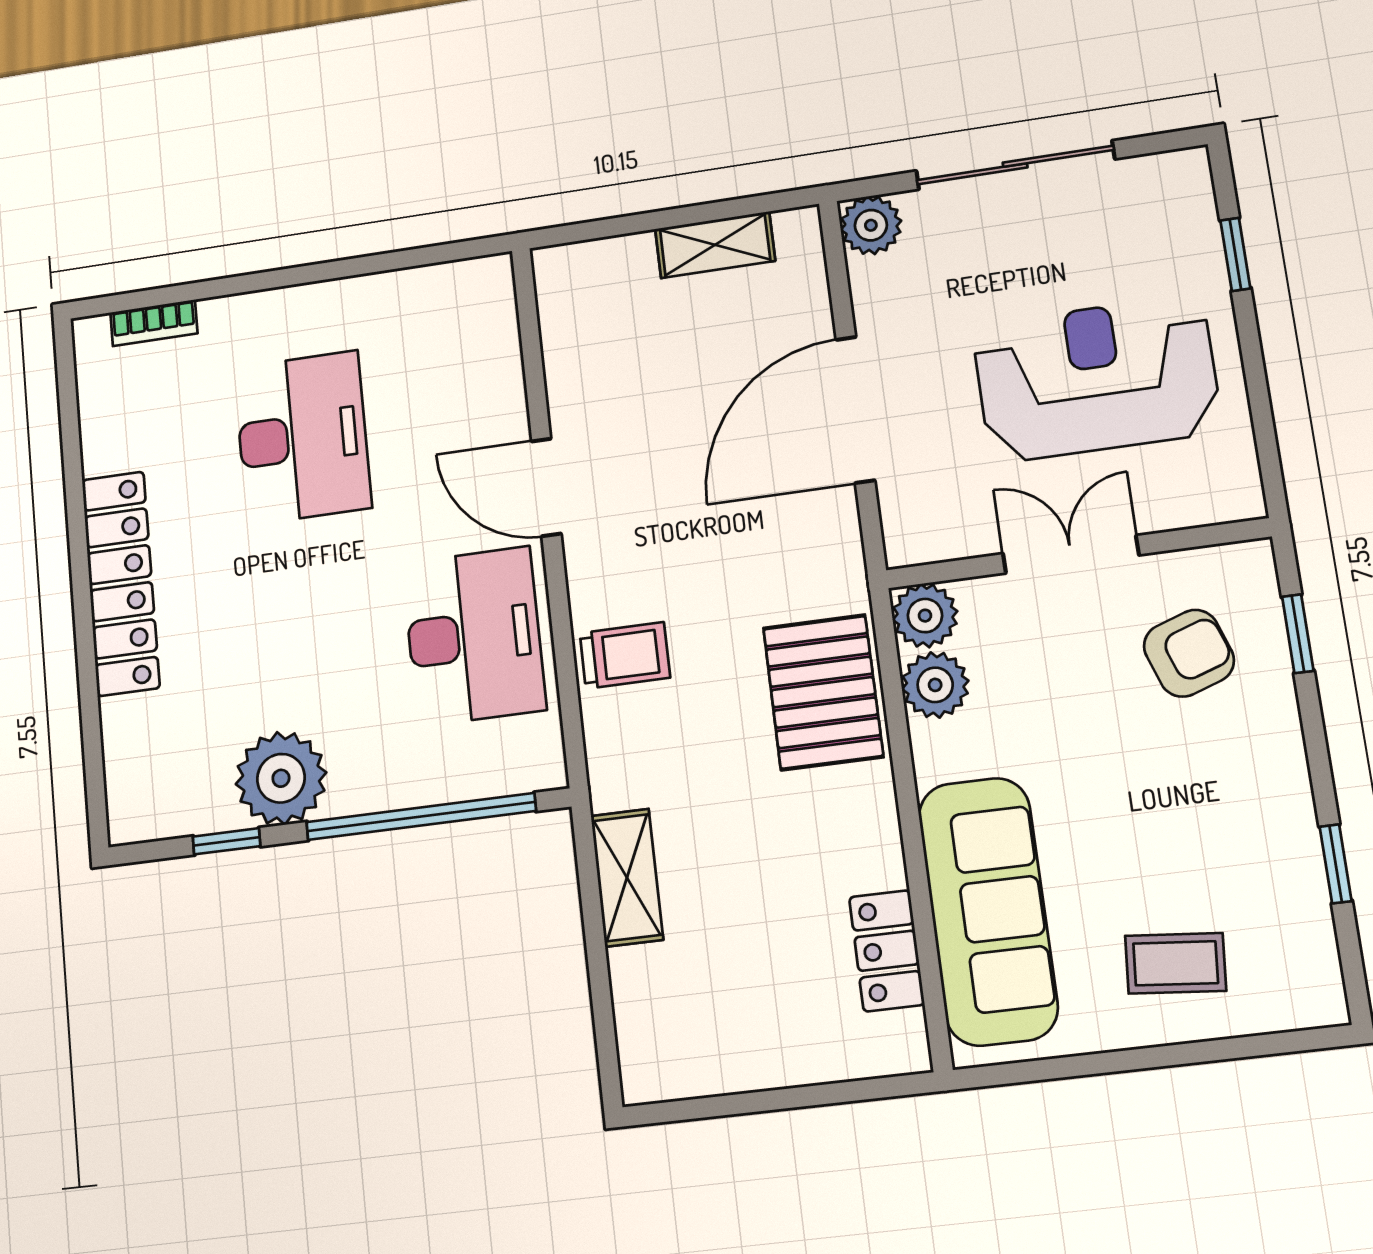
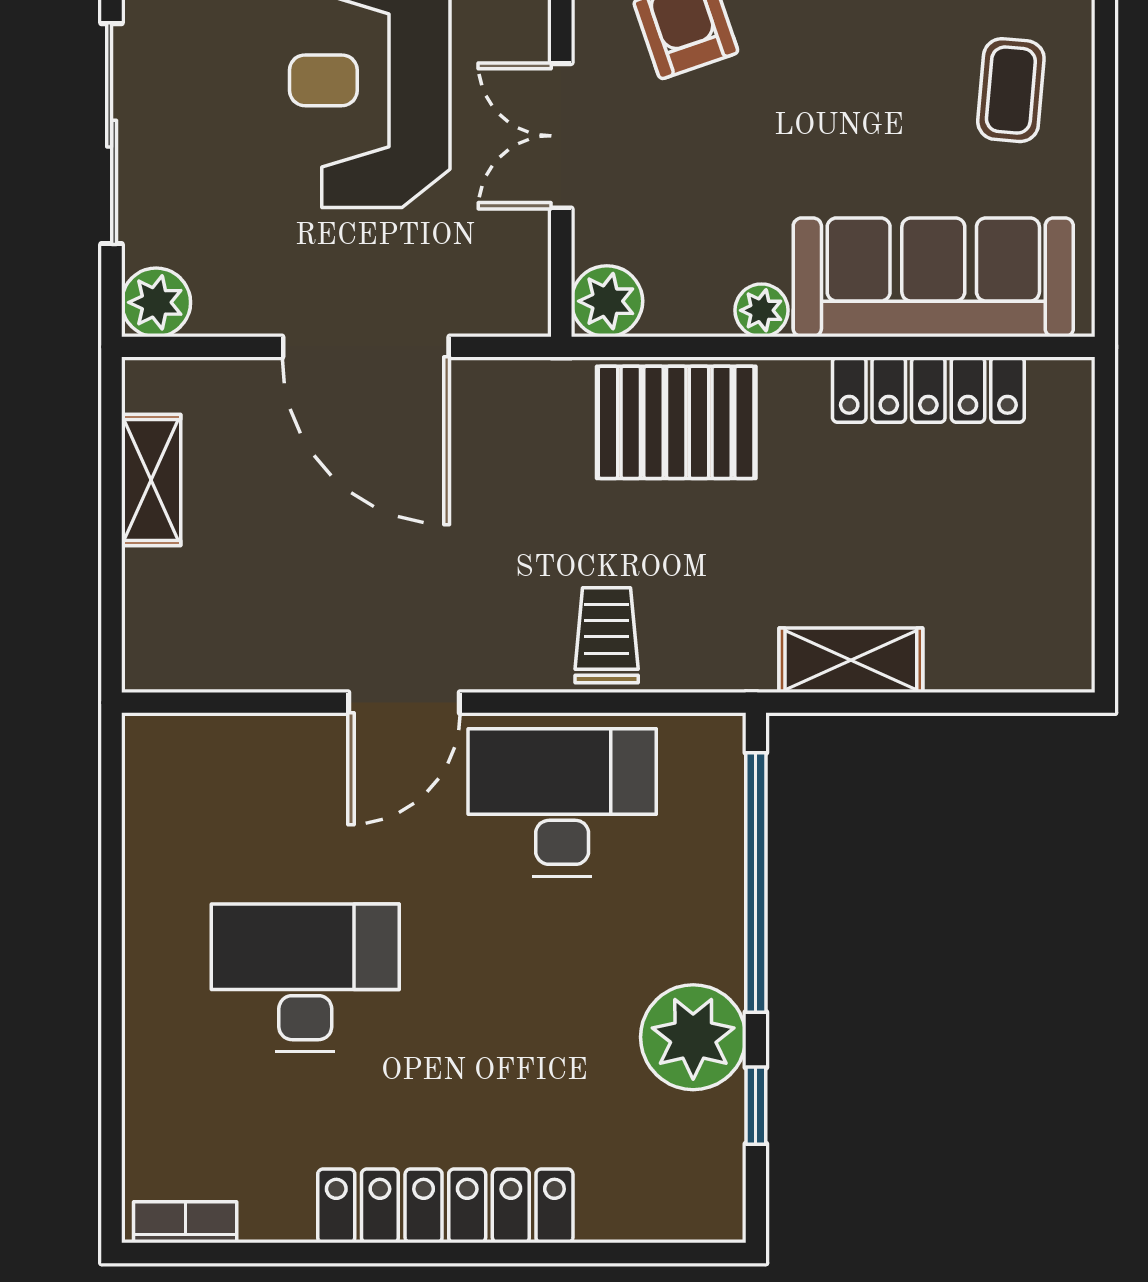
bookcase: (154, 323) -> (185, 1222), moved, turned -90
plant: (935, 685) -> (761, 310), moved, width x0.73, depth x0.73
locker: (887, 951) -> (928, 390), width x1.53

